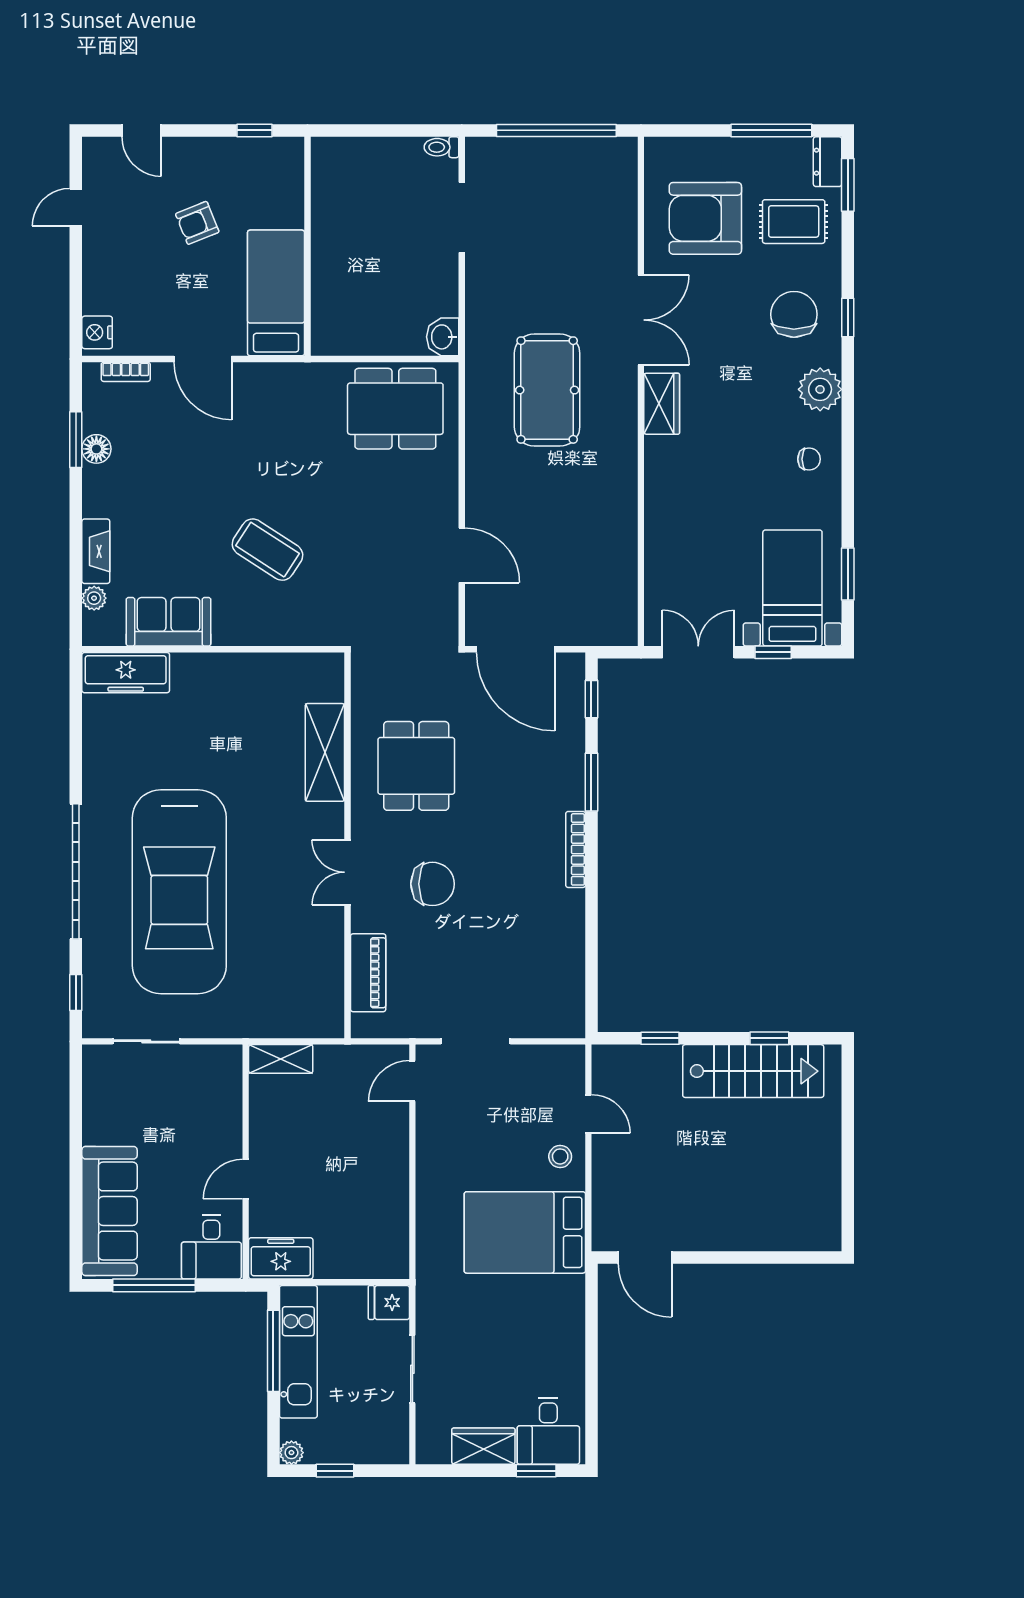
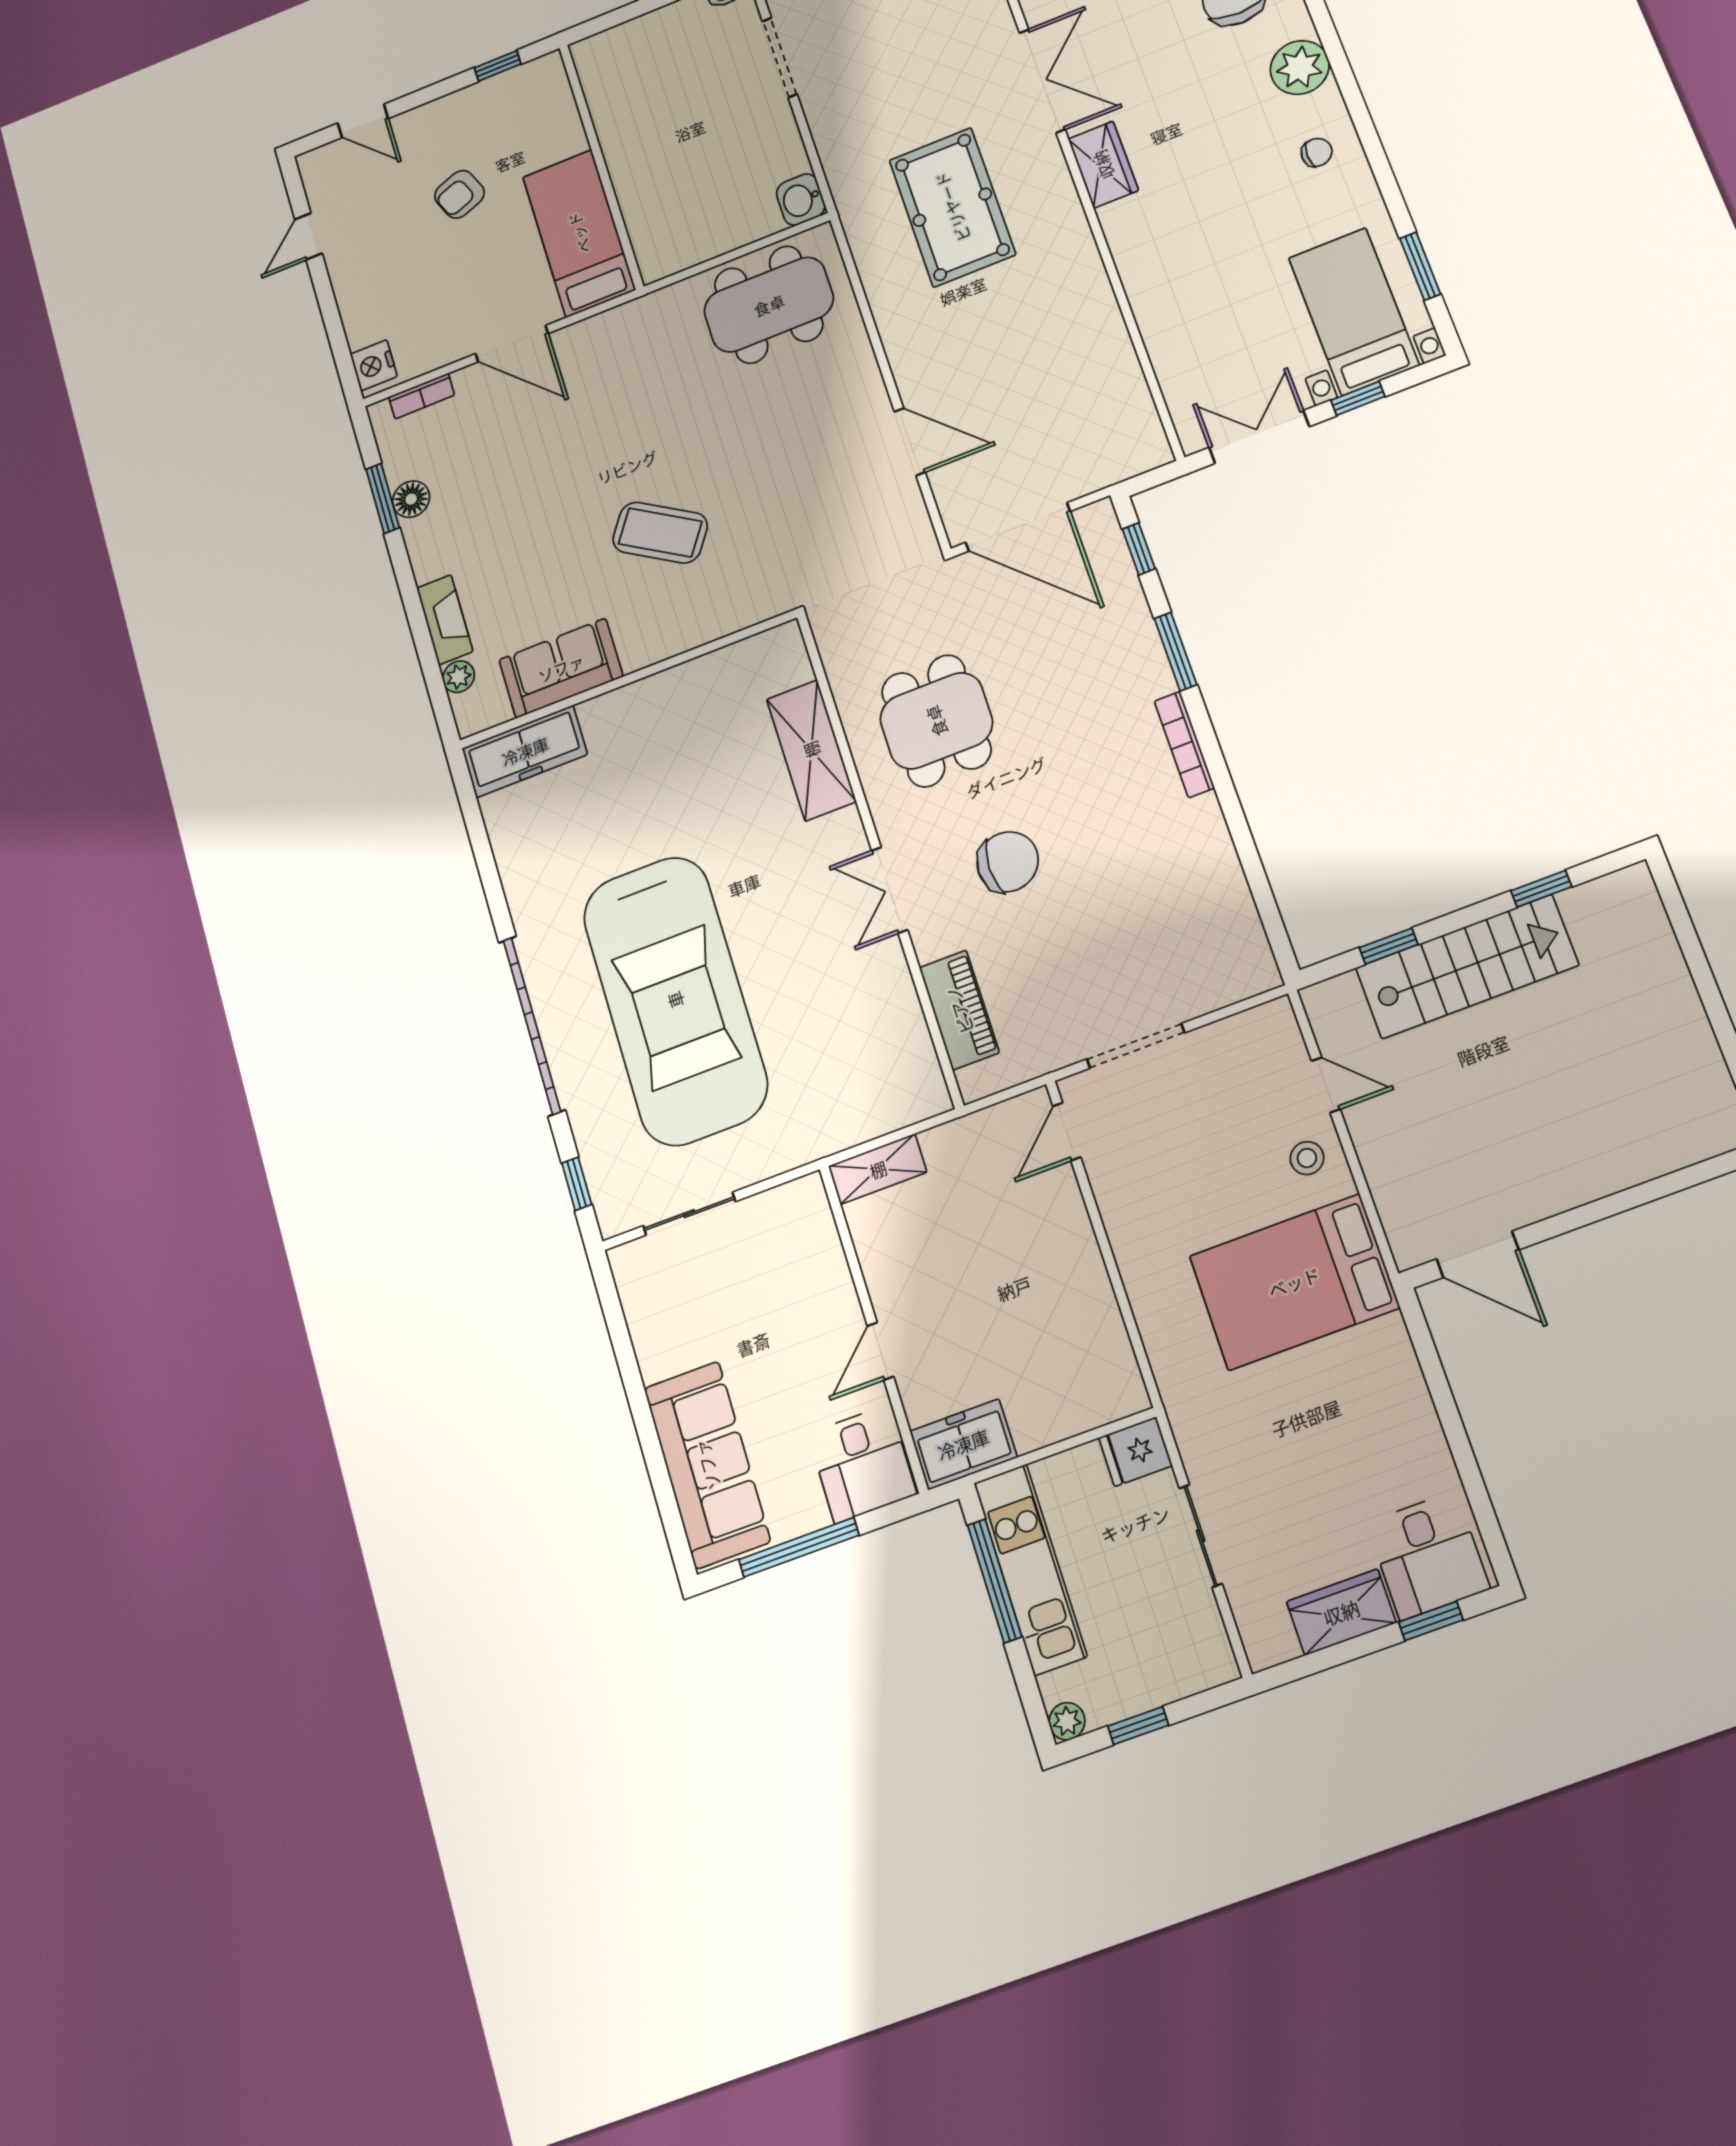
stairs: (753, 1071) -> (1467, 967), moved

